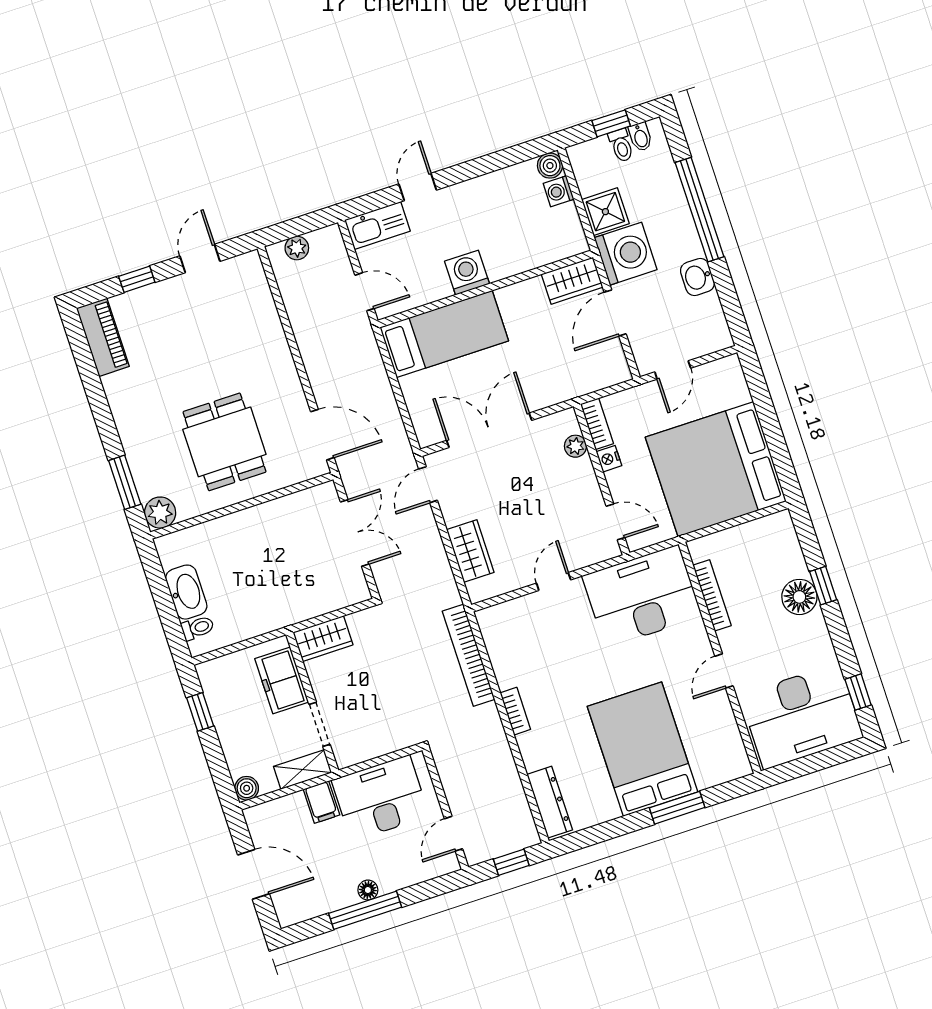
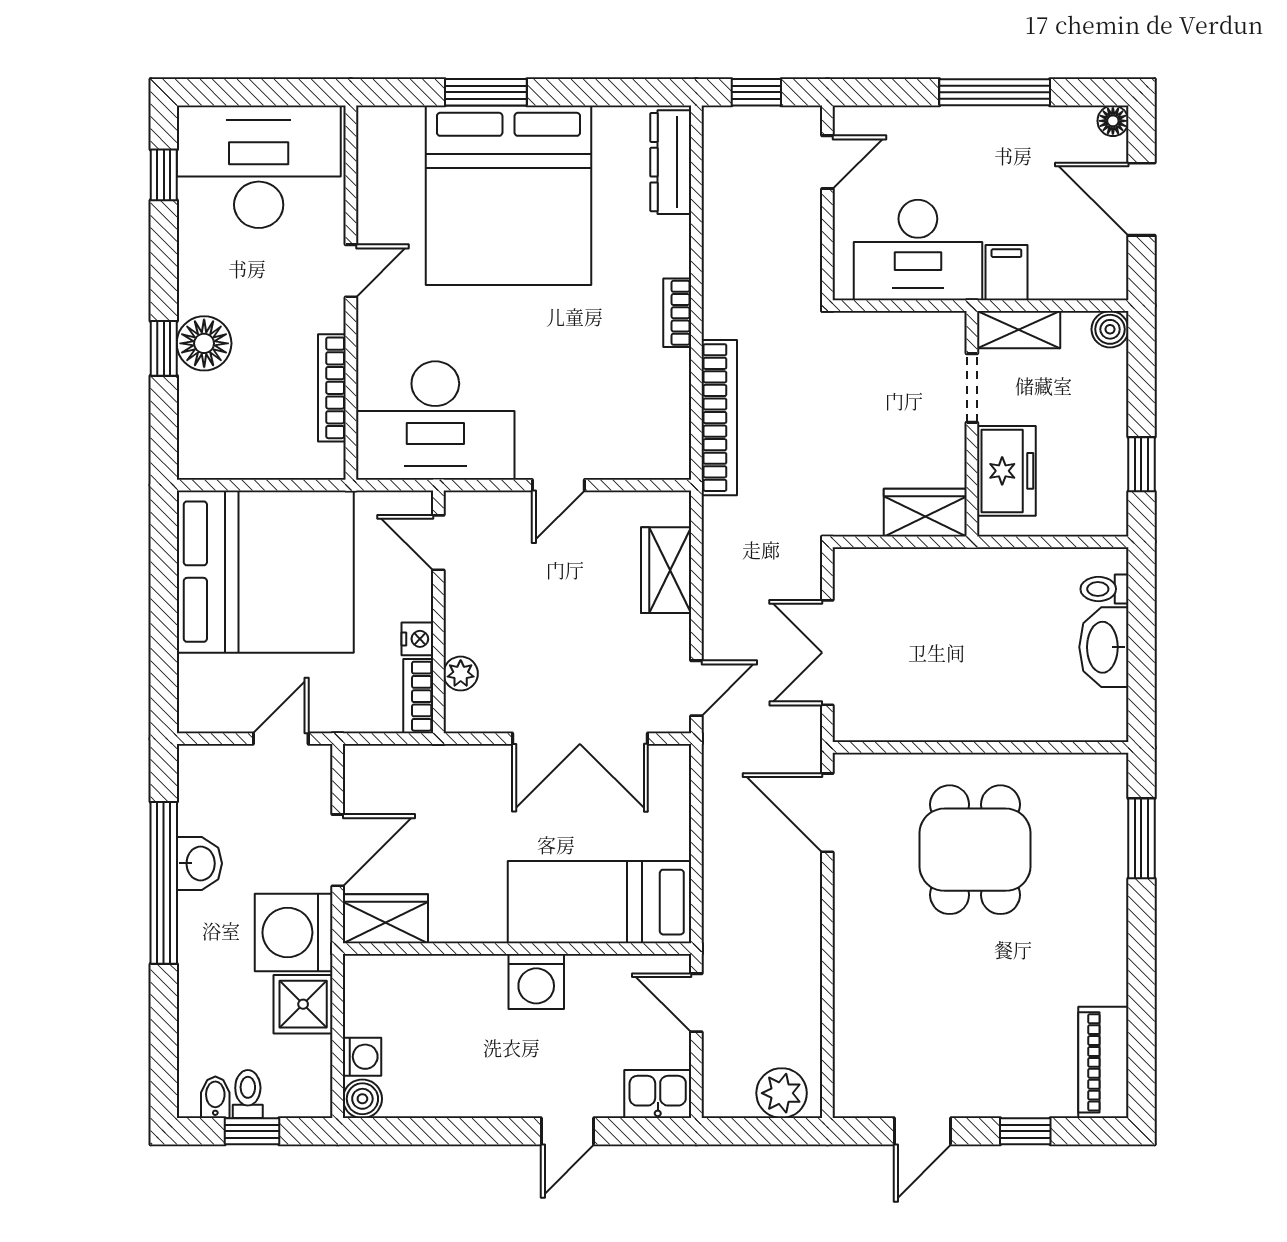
window: (699, 210) -> (164, 883), moved
kitchen sink: (377, 225) -> (658, 1094), width x0.73
plant: (297, 248) -> (782, 1093), width x1.38, depth x1.38
plant: (160, 513) -> (1104, 777), removed
bed: (643, 749) -> (508, 195), width x1.36
floor lamp: (368, 890) -> (1113, 121), moved

